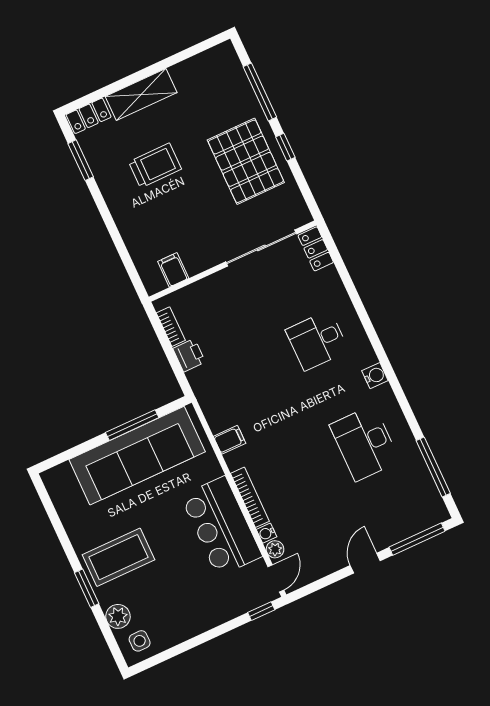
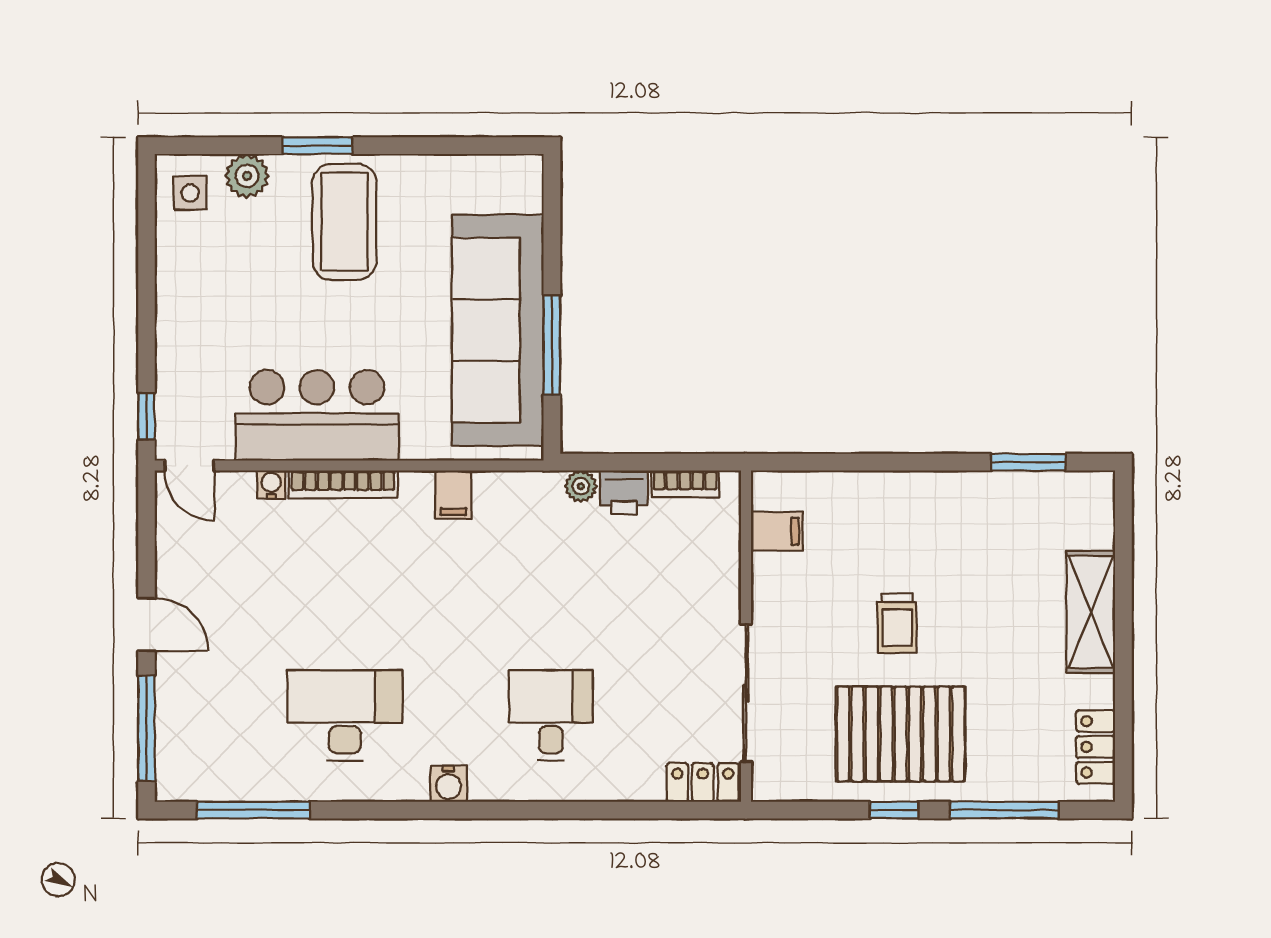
locker: (89, 116) -> (1096, 747), moved
trolley: (155, 165) -> (897, 623), moved, width x0.73, depth x0.72
plant: (275, 549) -> (581, 486), moved

